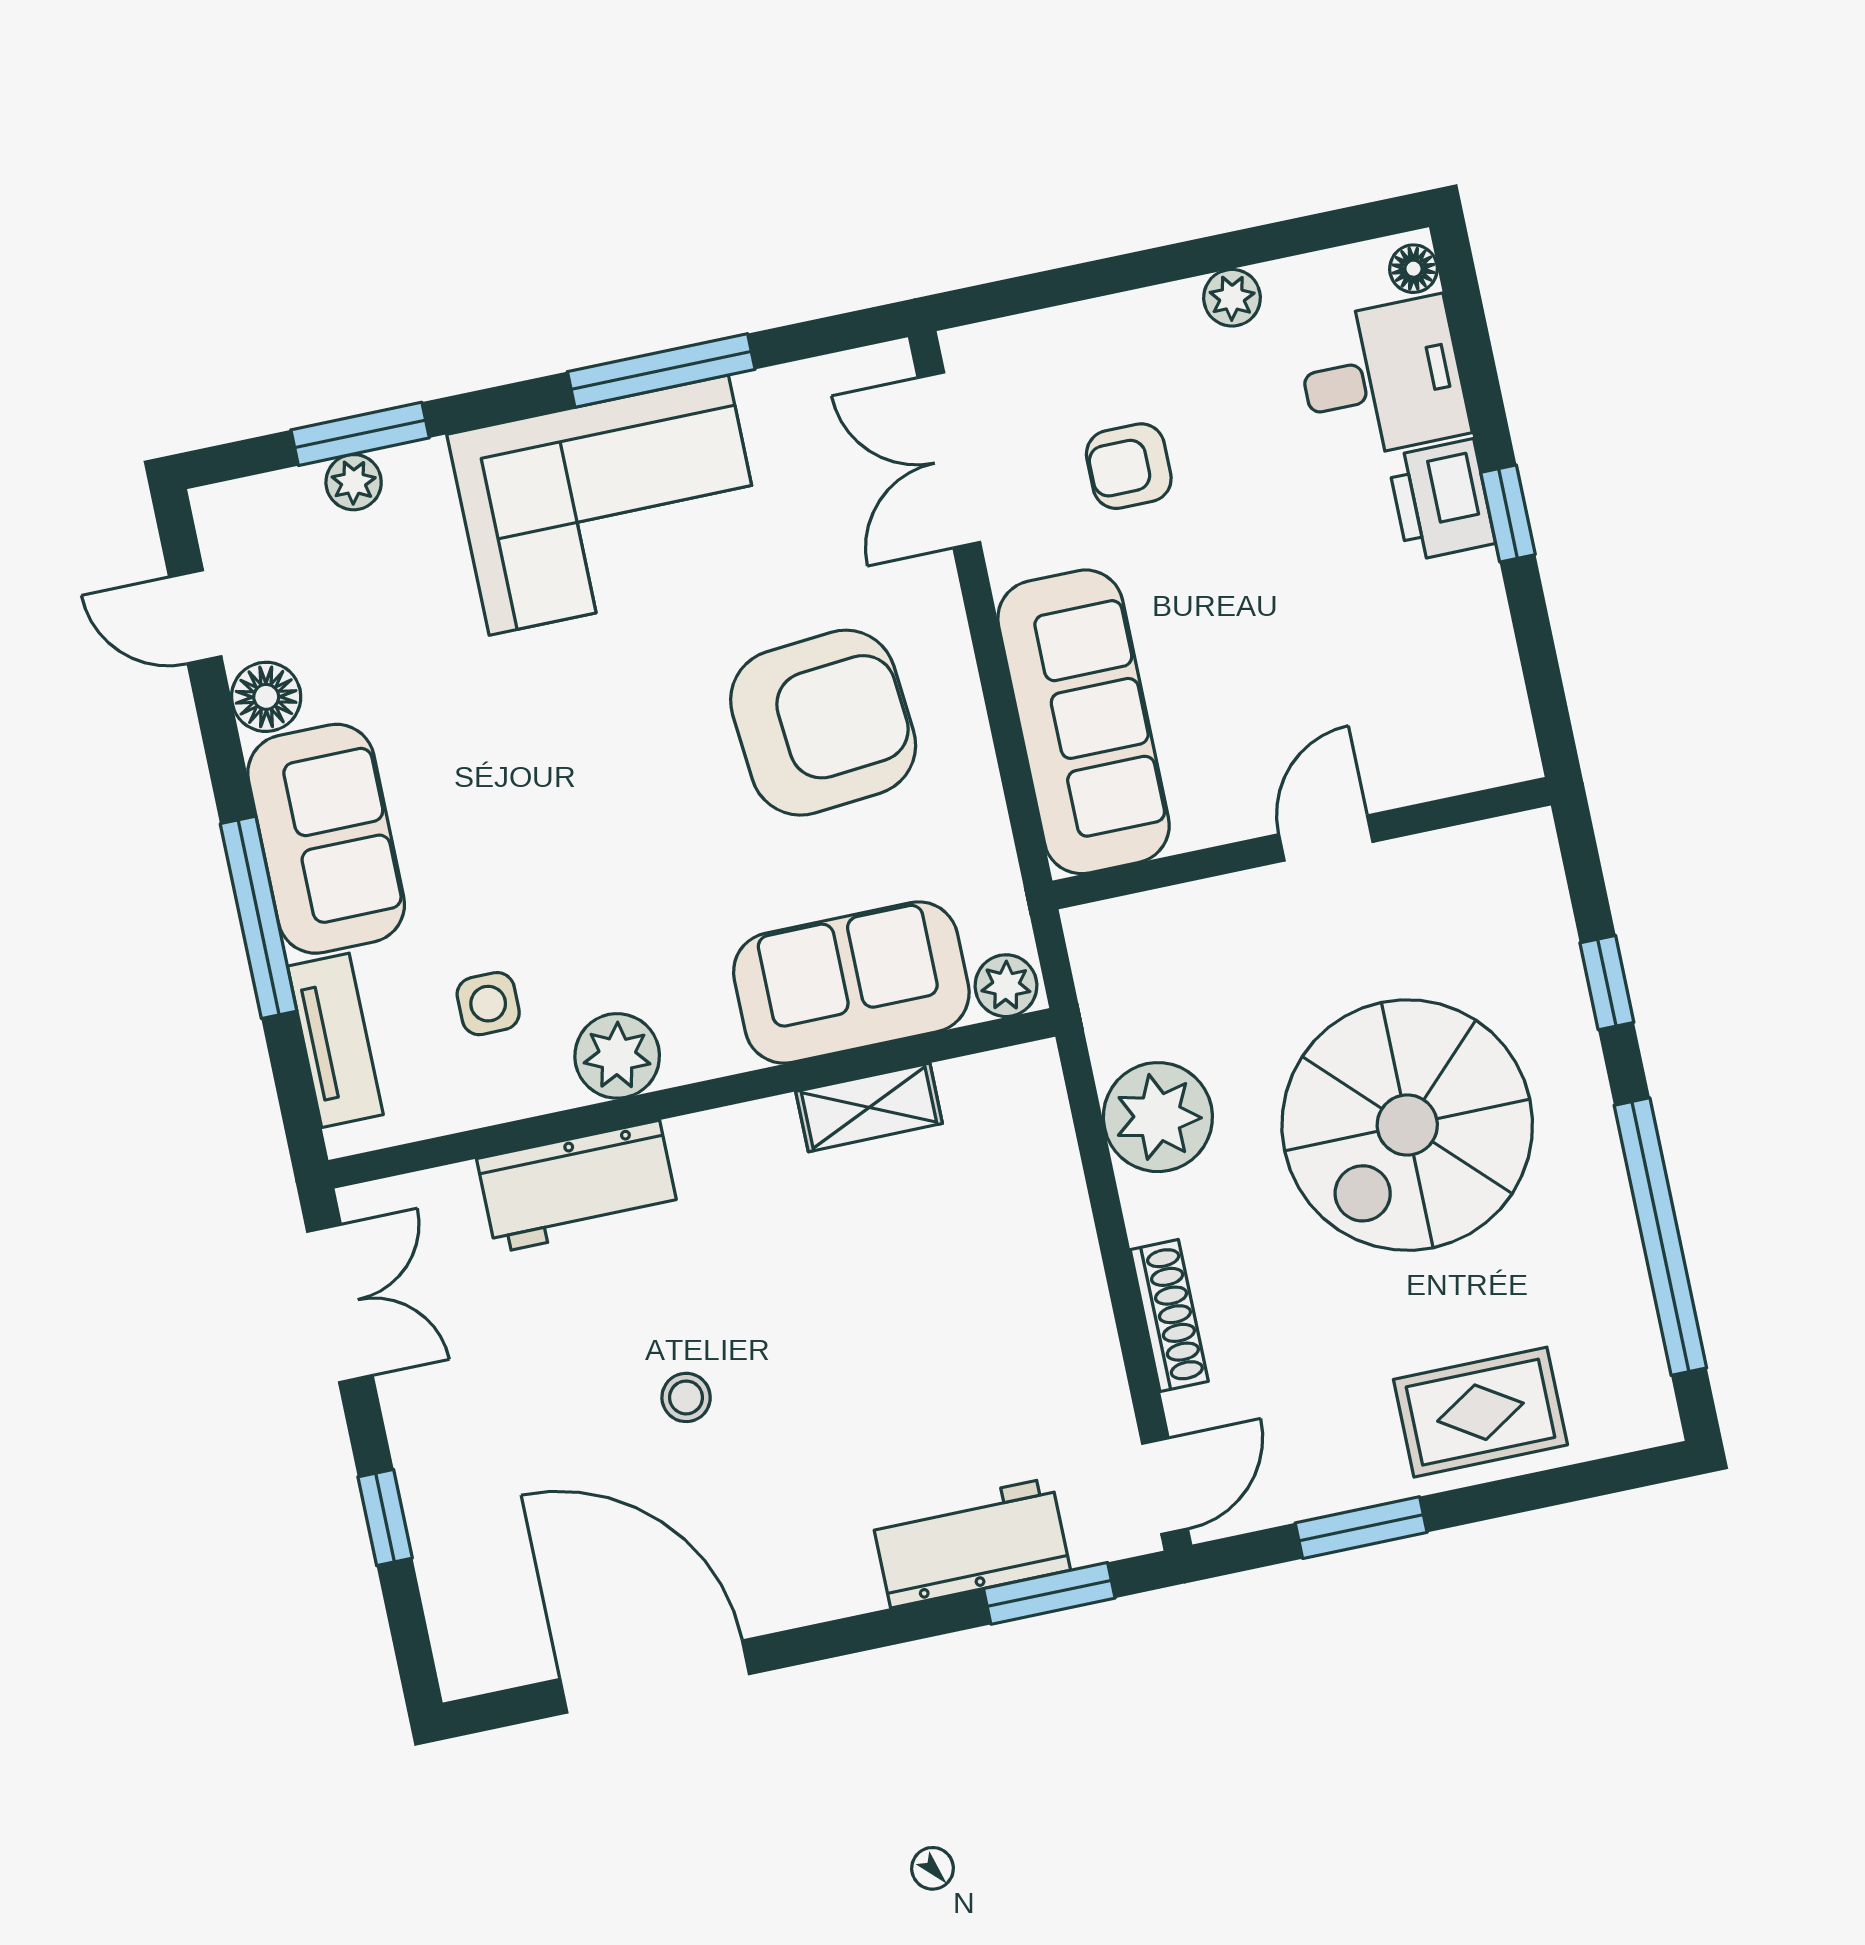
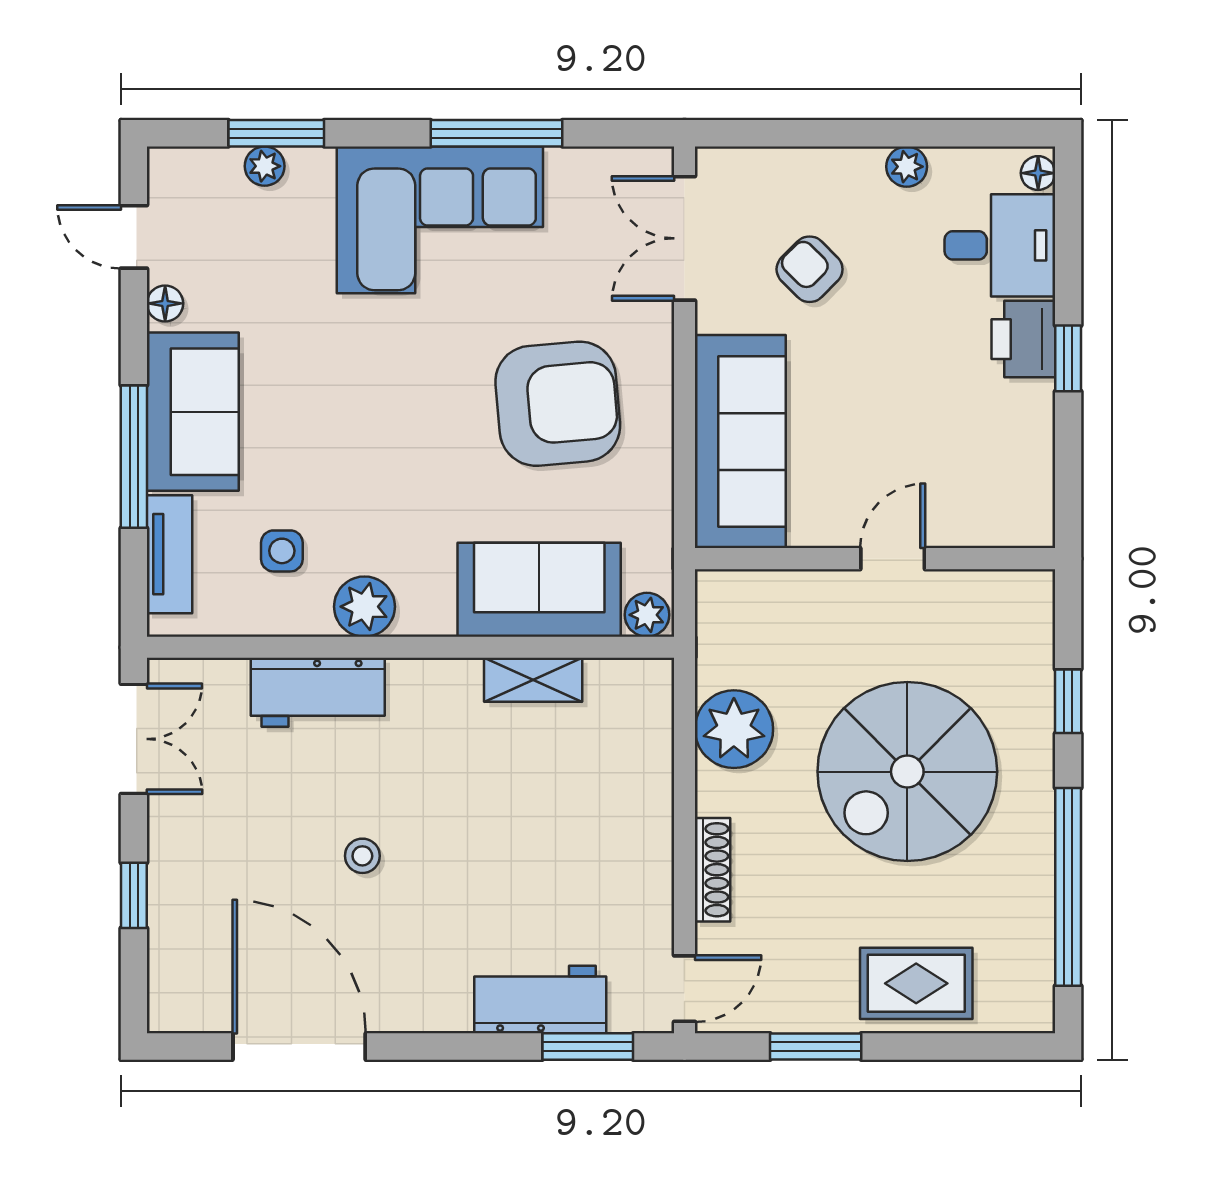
armchair: (1129, 466) -> (810, 269), turned 45
floor lamp: (266, 697) -> (165, 303), width x0.73, depth x0.73

